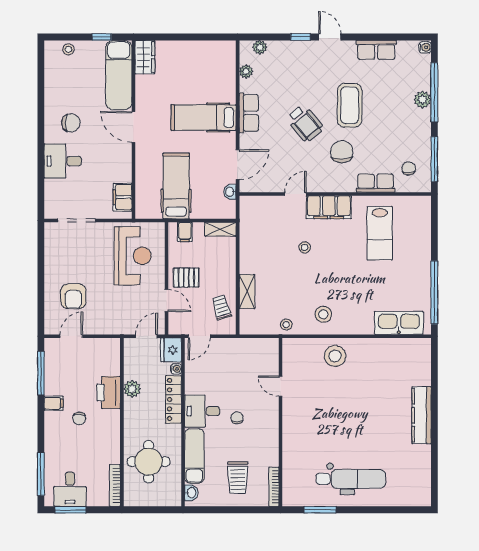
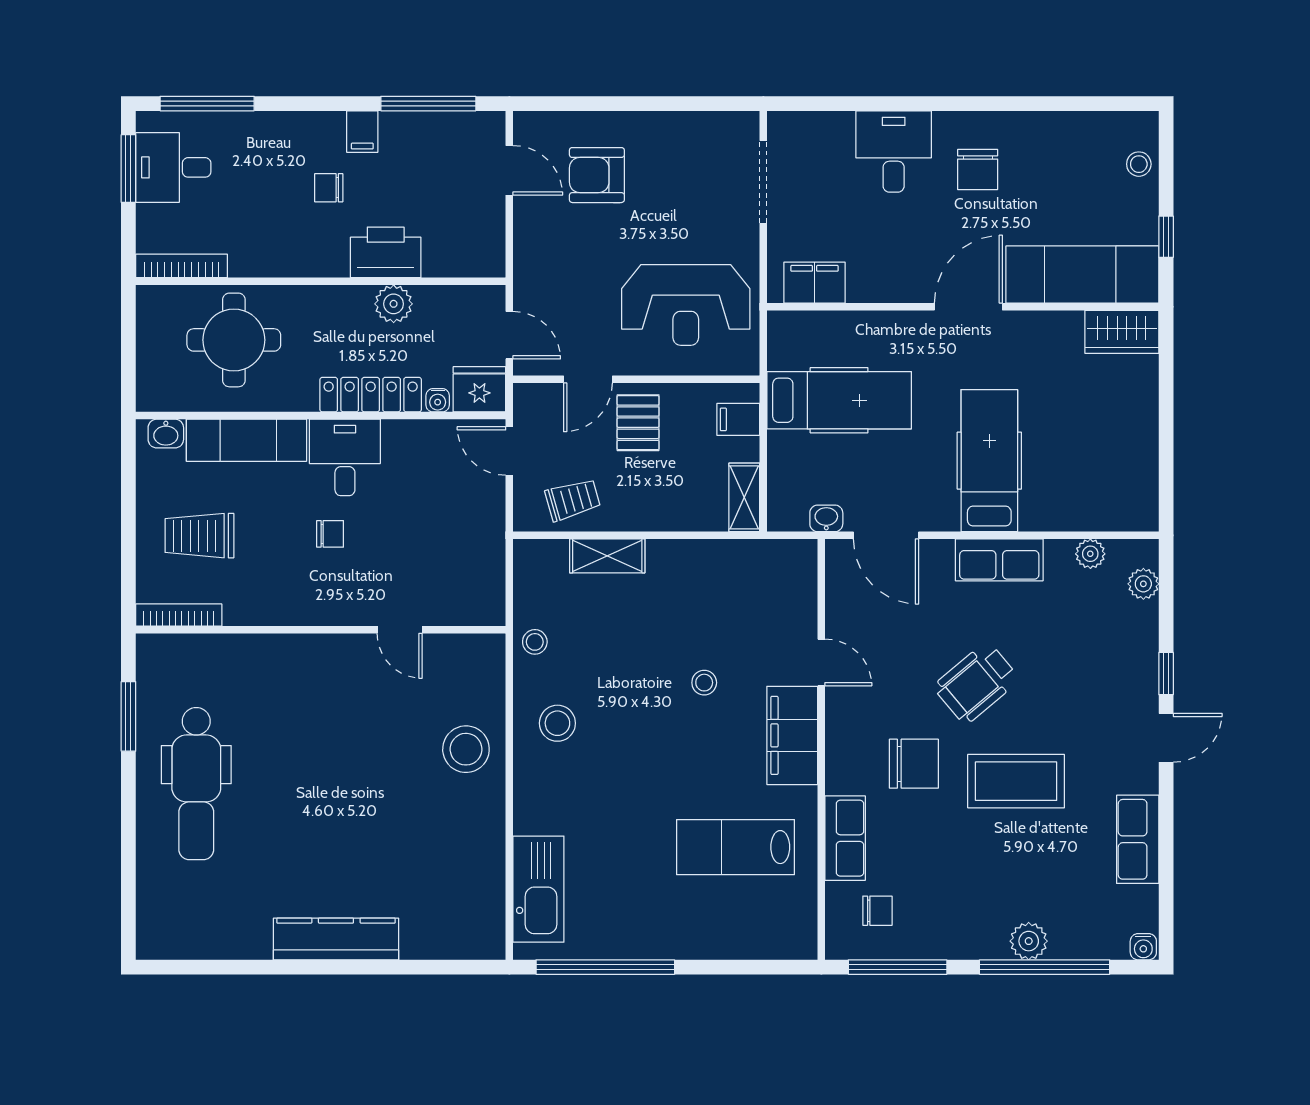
door: (281, 386) -> (400, 630), swing flipped

